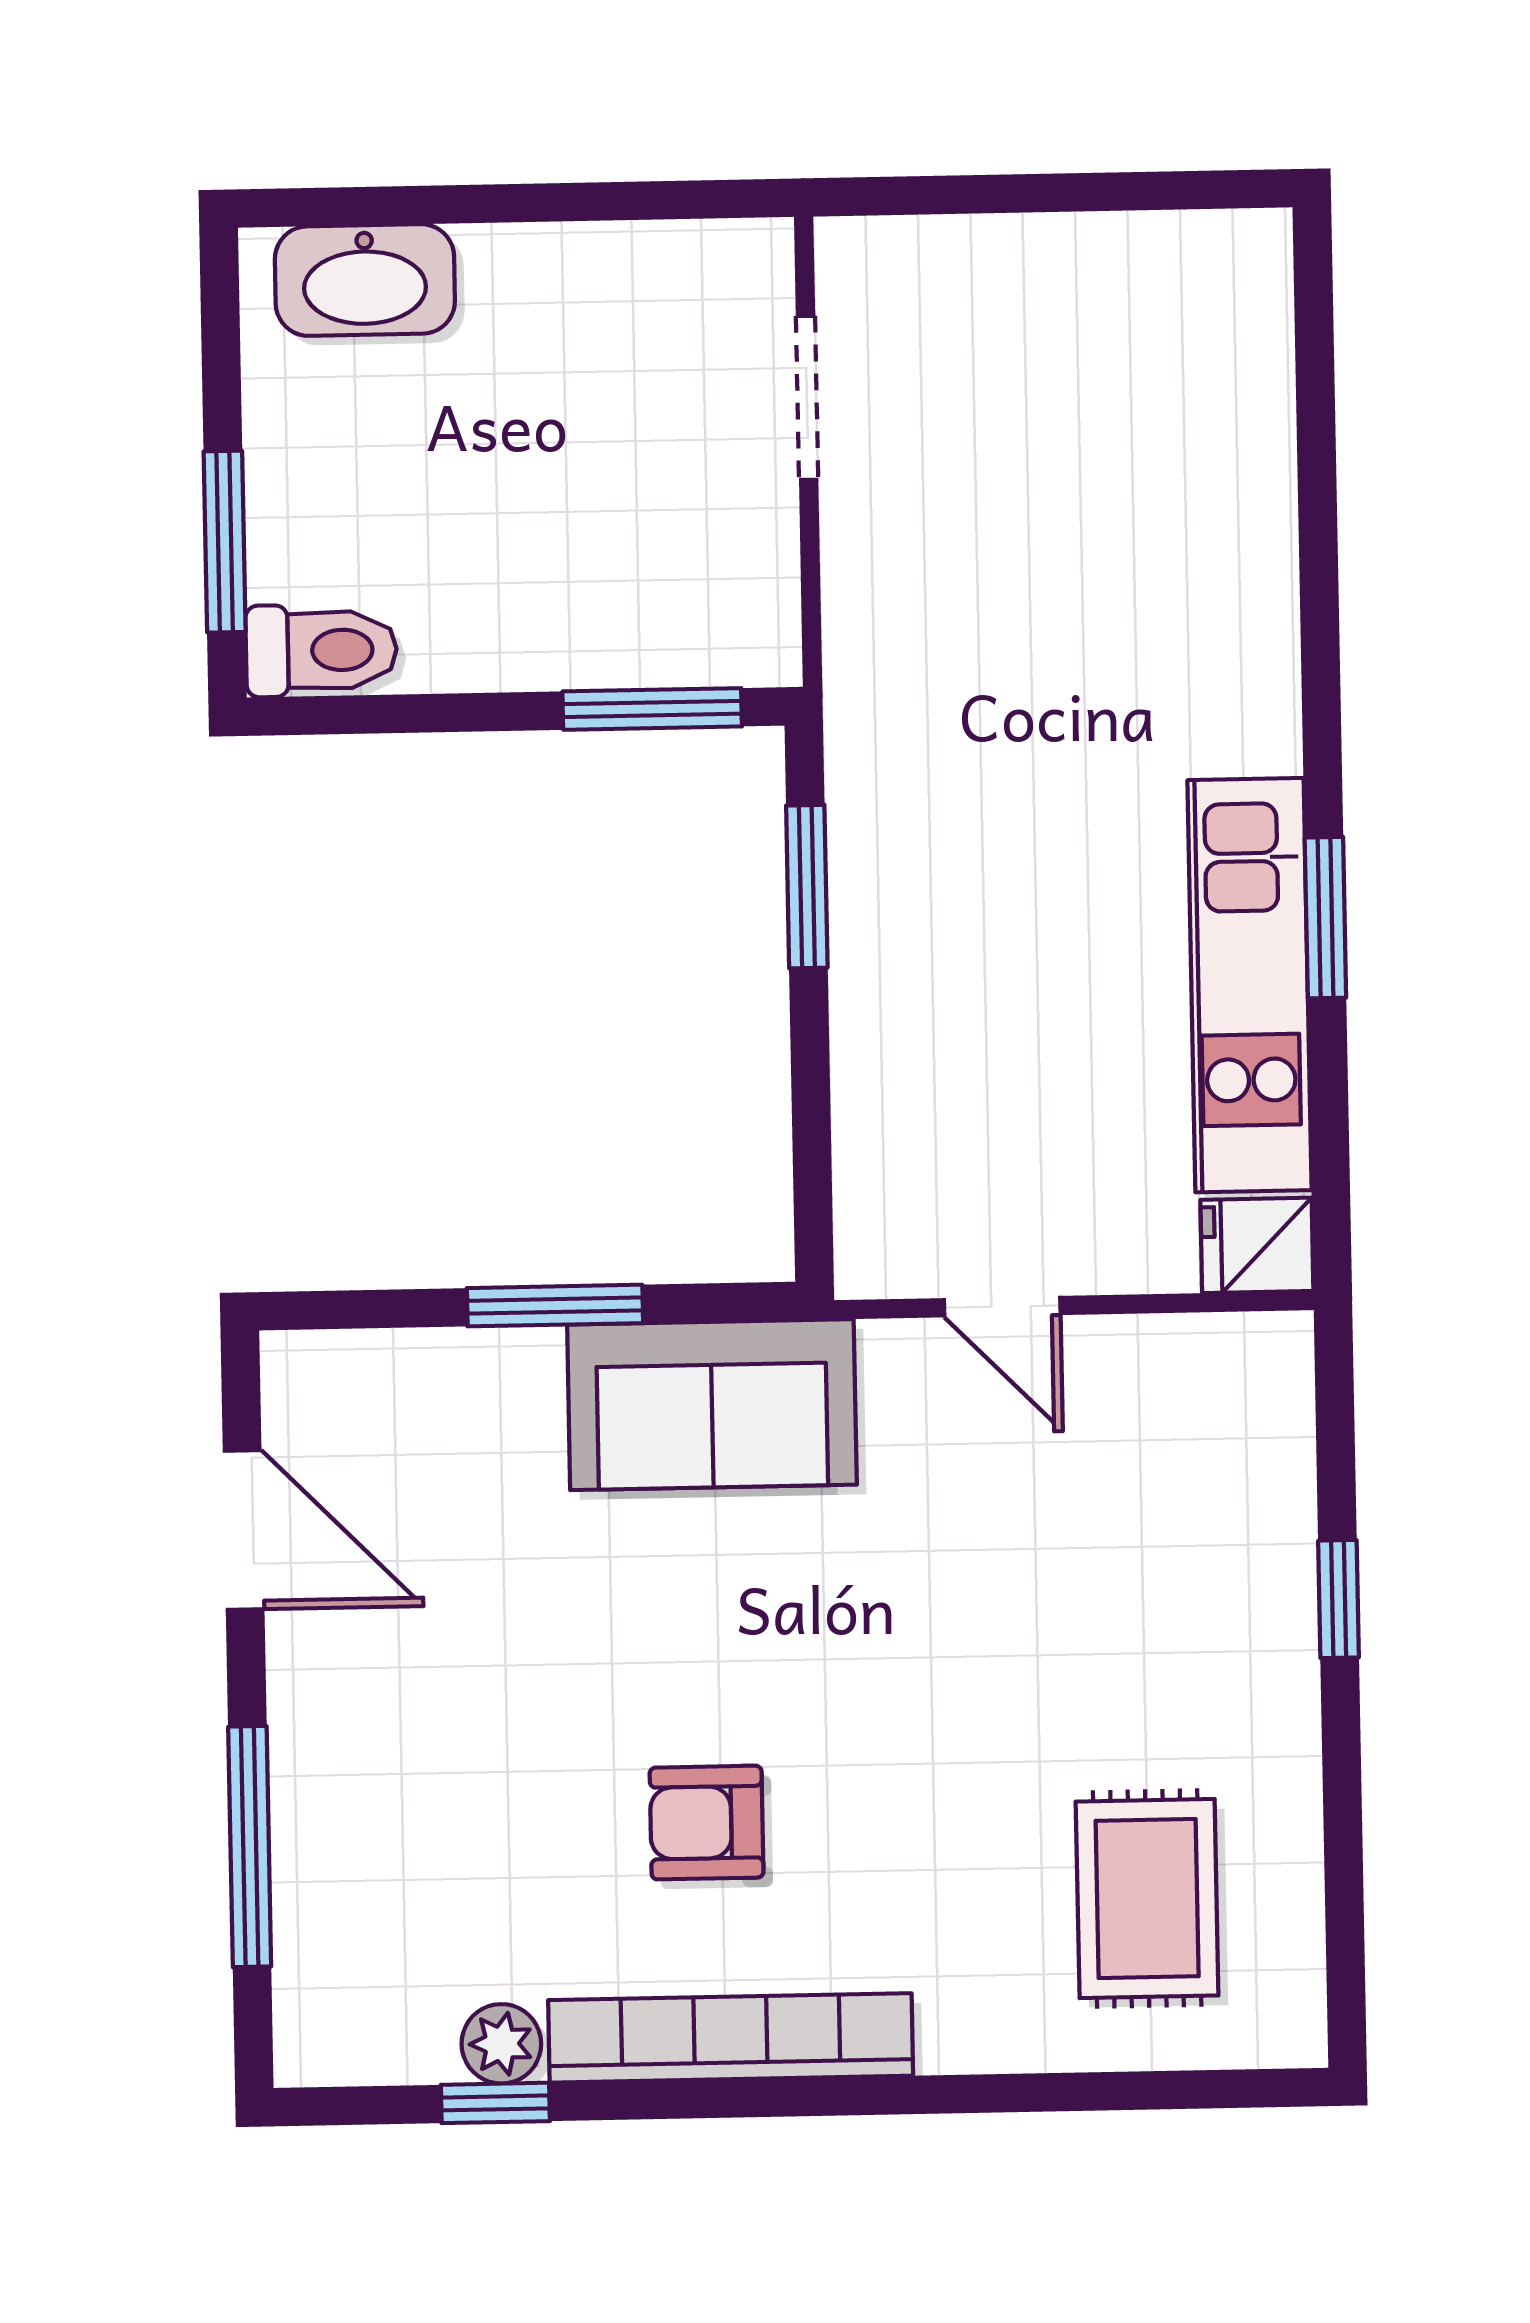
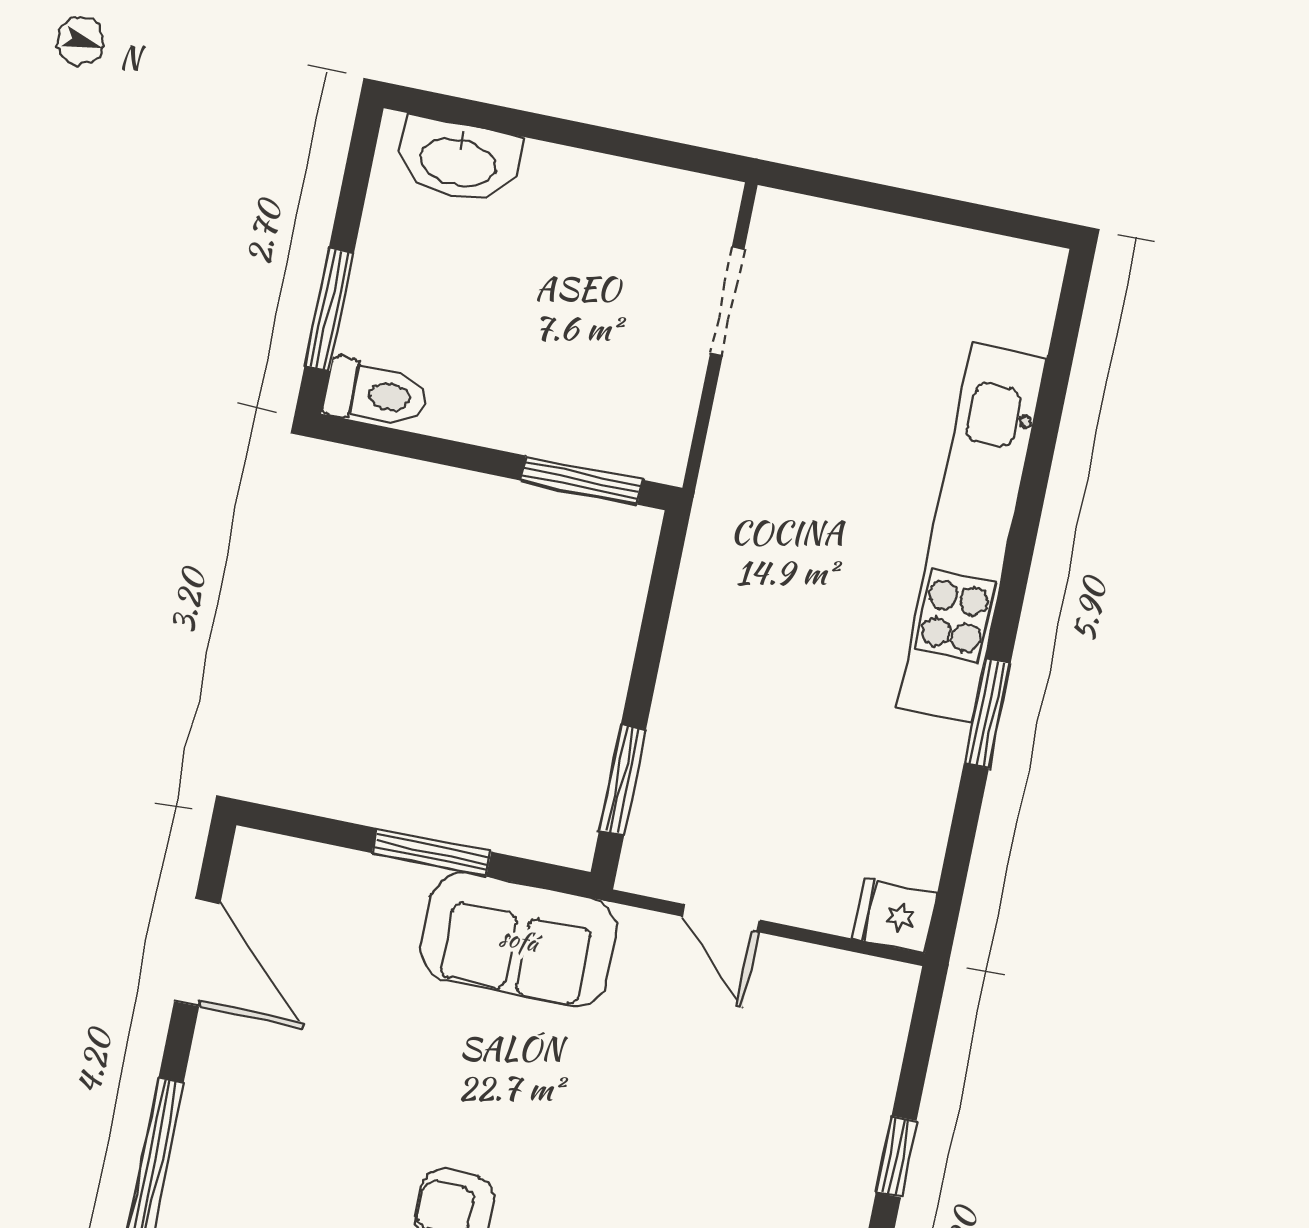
window: (807, 887) -> (623, 780), moved
kitchen unit: (1249, 985) -> (972, 532), moved, width x1.36

